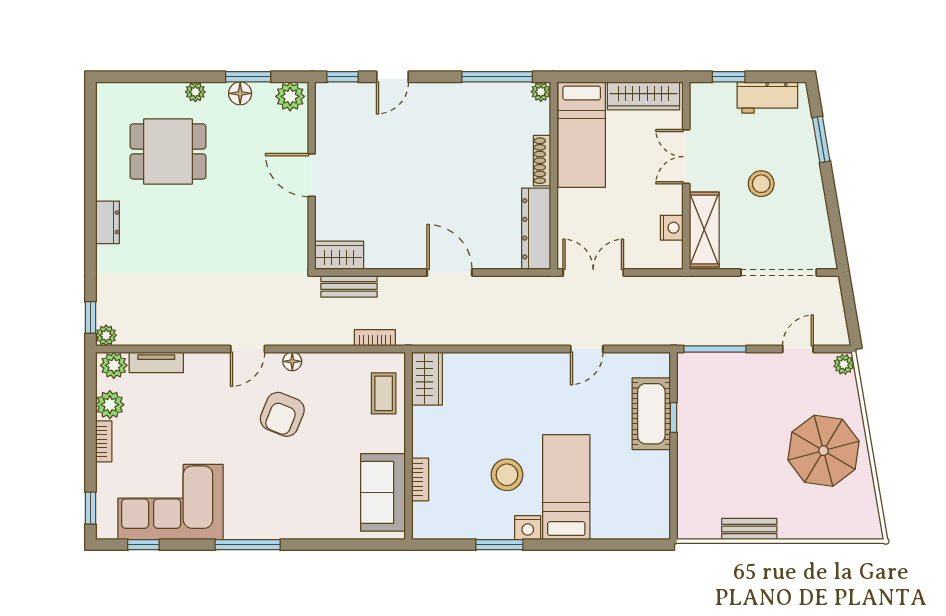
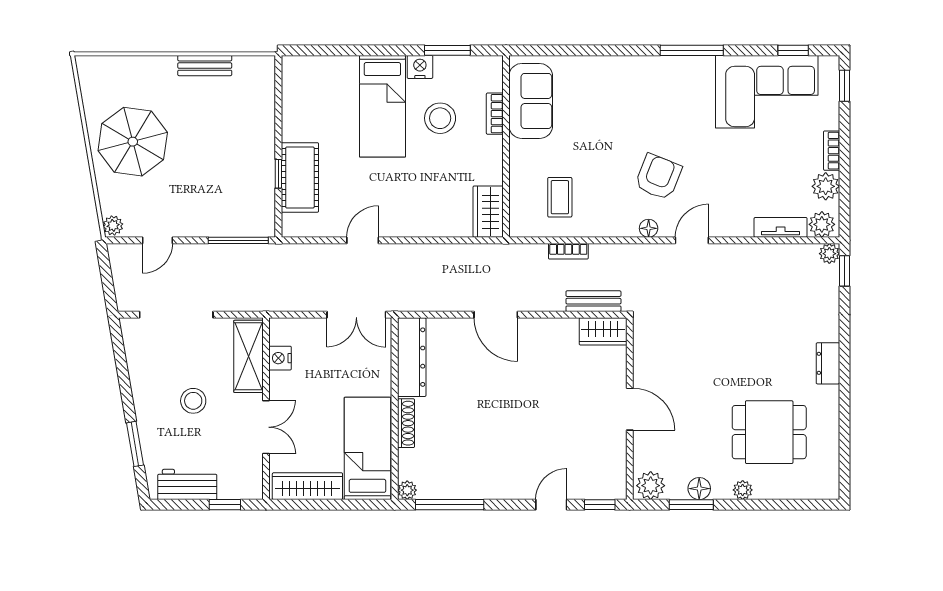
wardrobe: (427, 379) -> (488, 212), moved
wall: (408, 446) -> (506, 146), moved
bookcase: (420, 479) -> (495, 114), moved
sofa: (383, 492) -> (531, 101), moved

